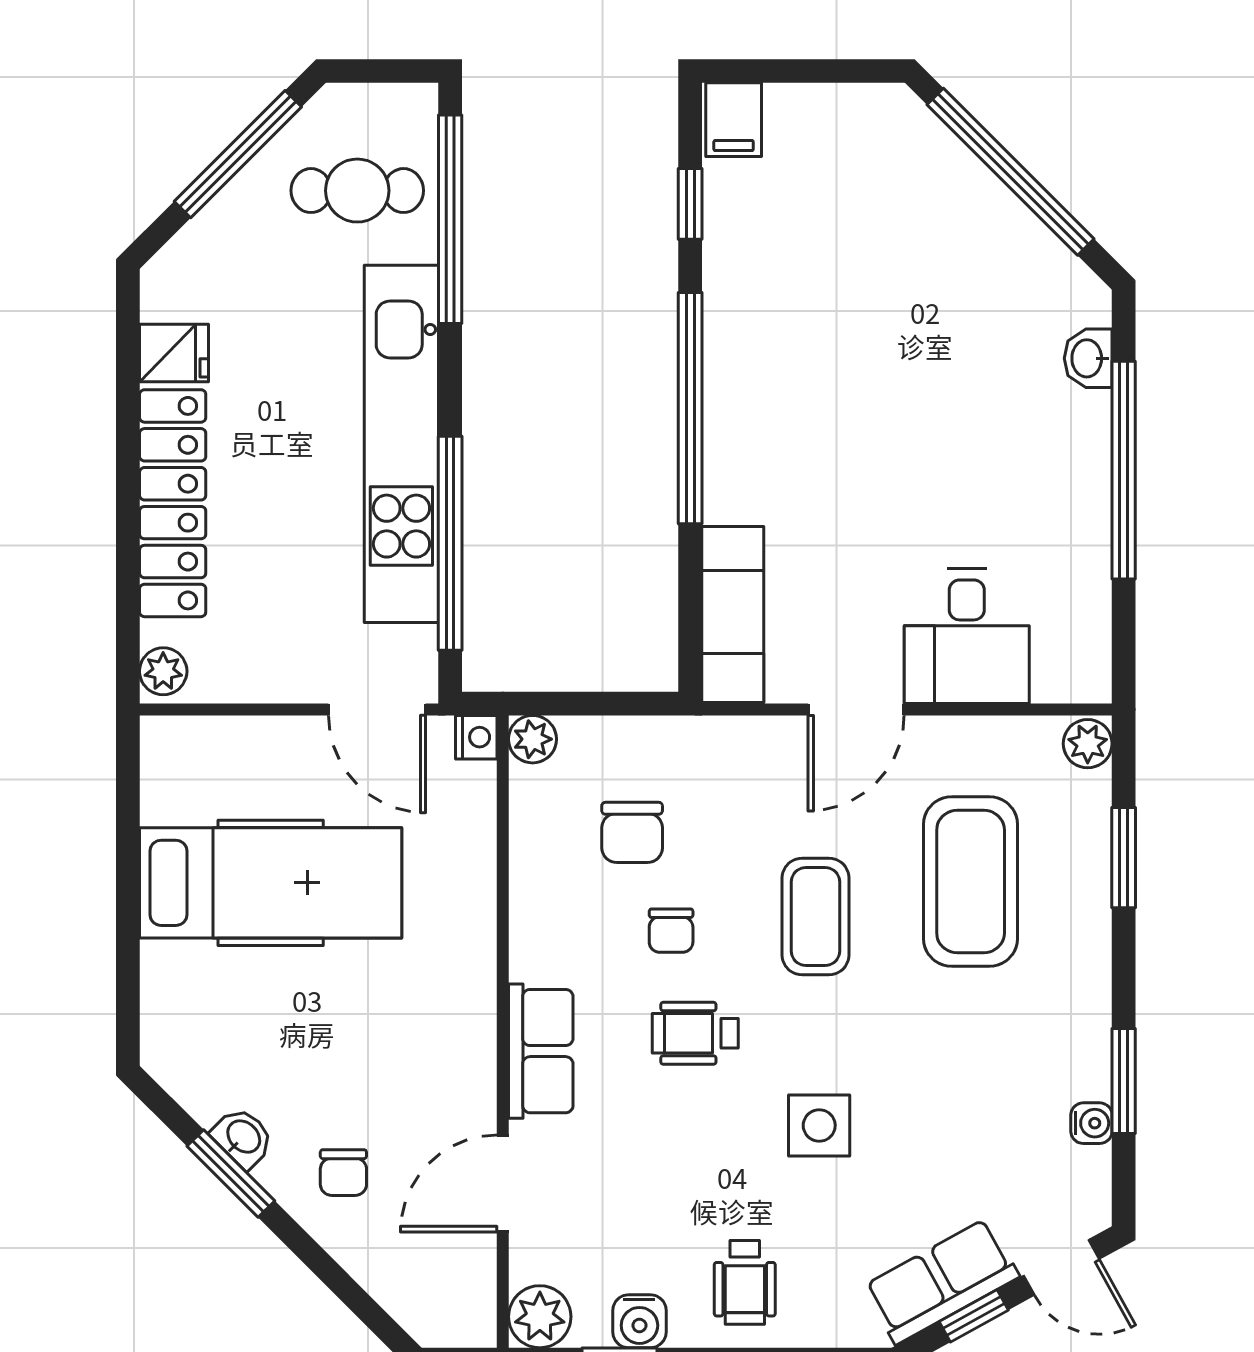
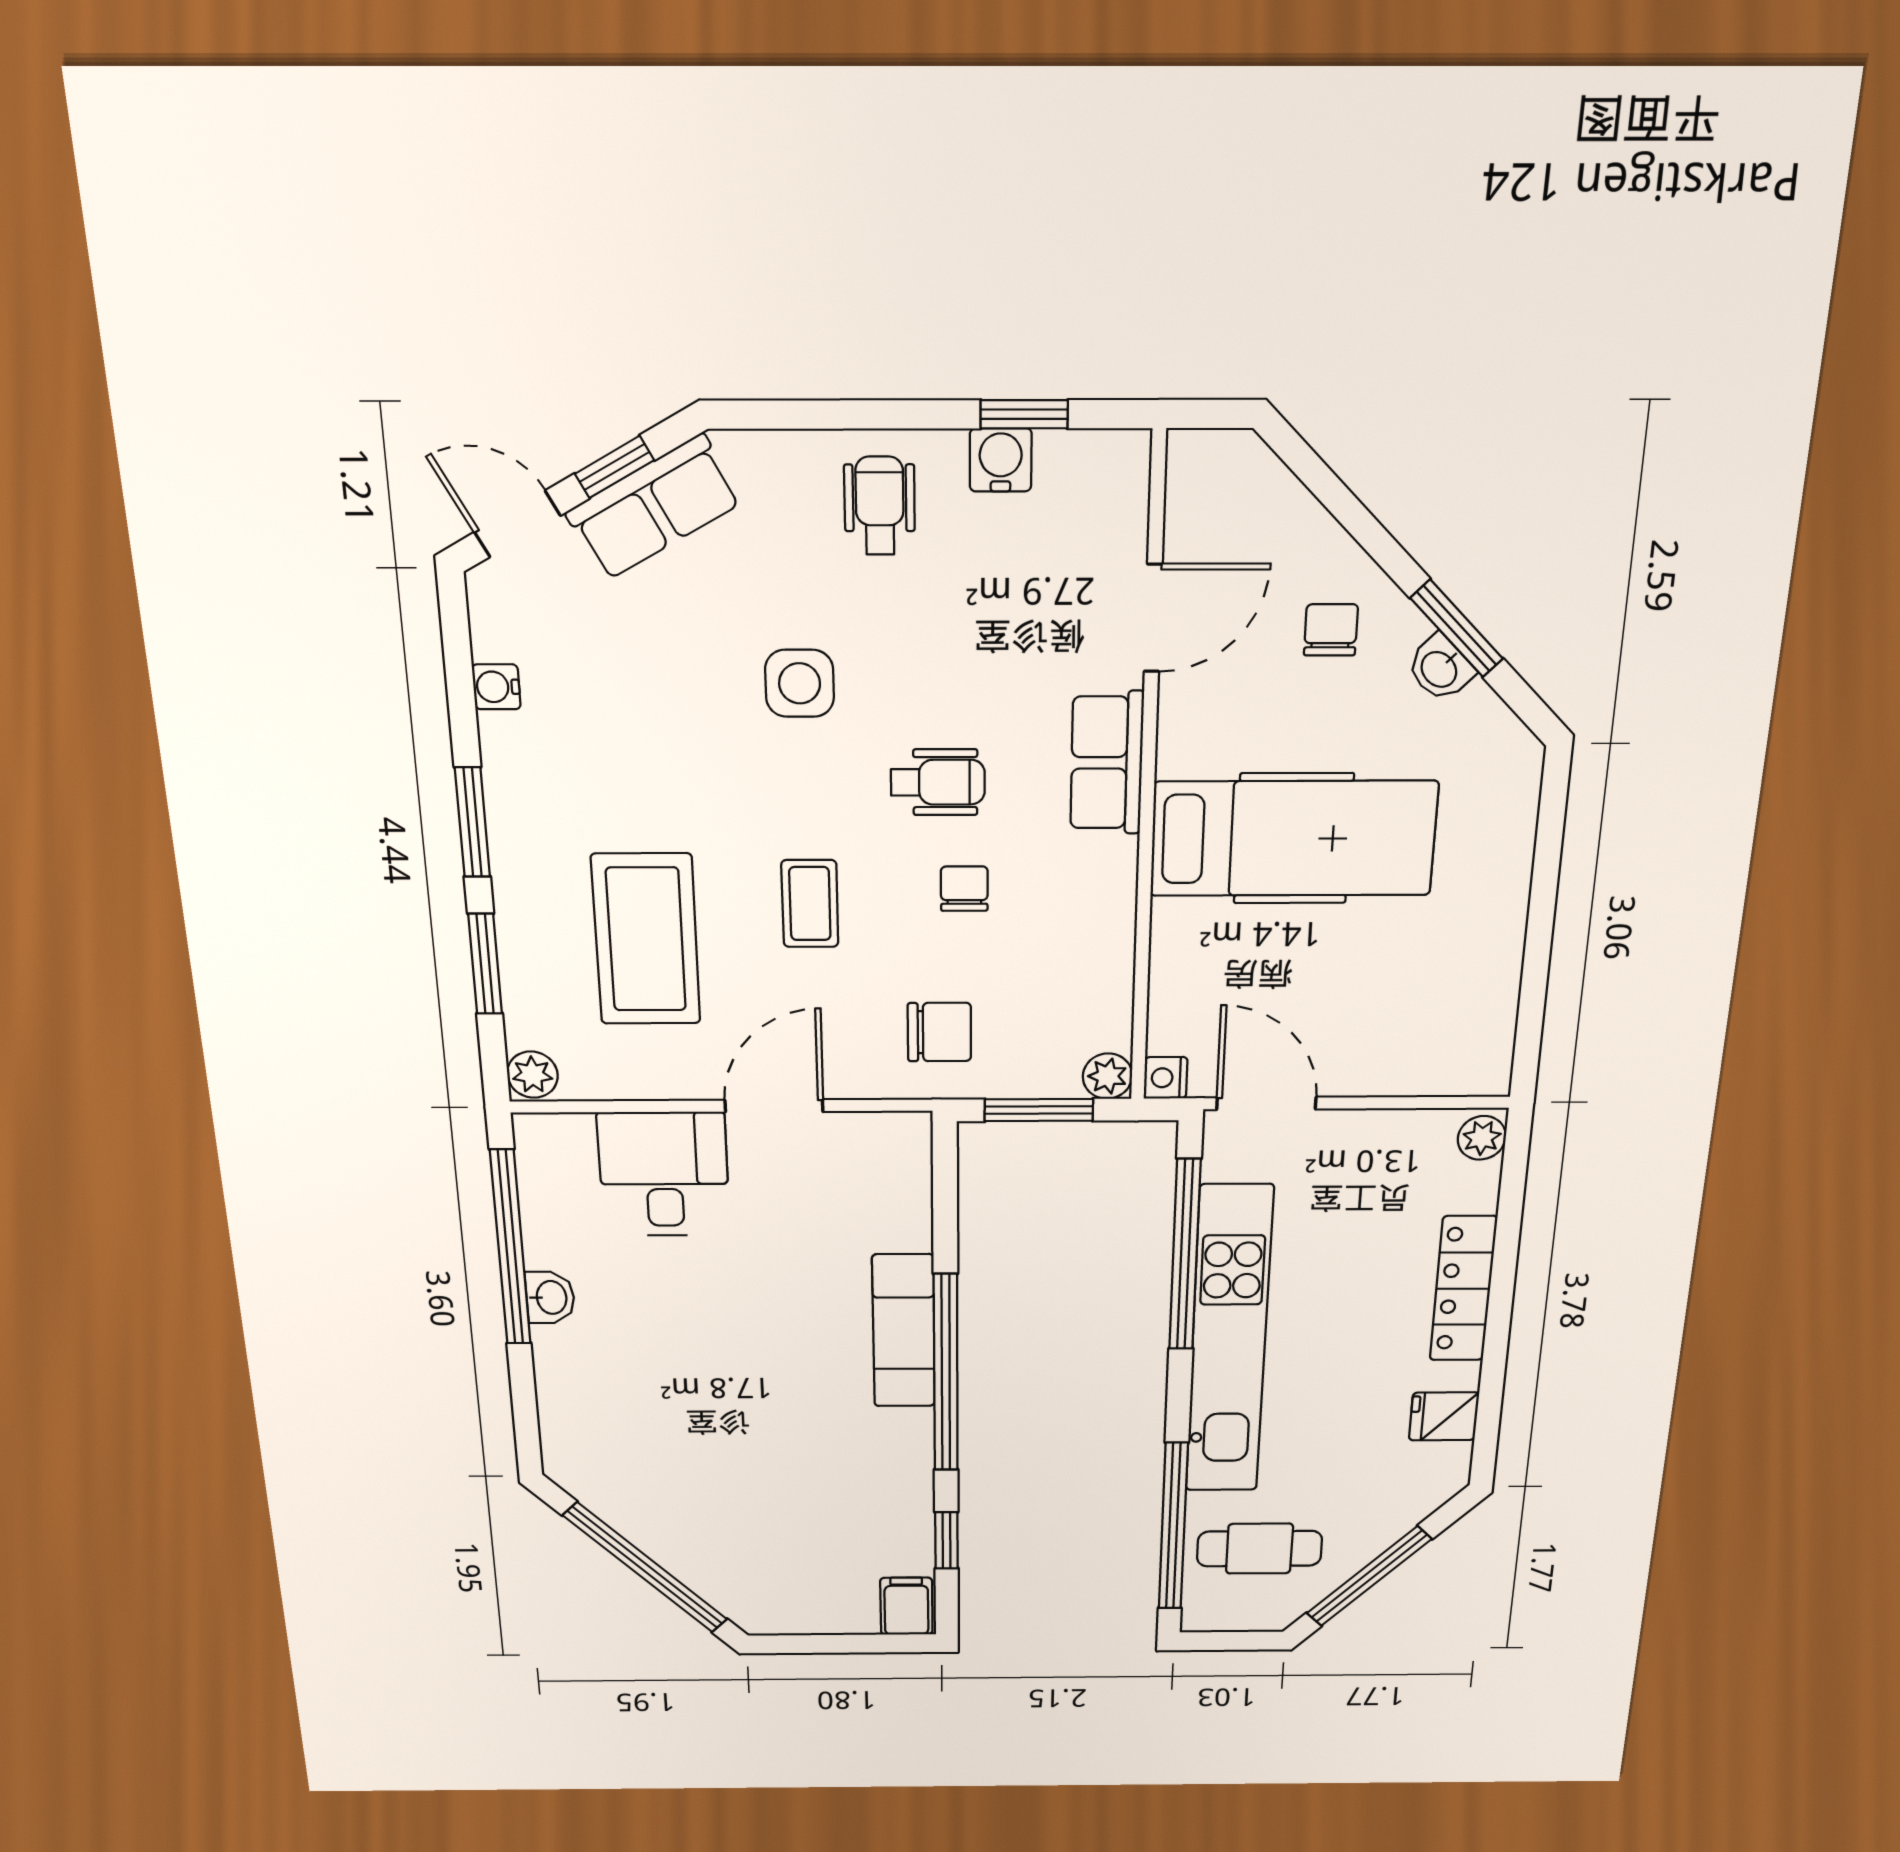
washbasin: (1088, 358) -> (550, 1297), moved
window: (1124, 470) -> (510, 1248), moved
locker: (173, 503) -> (1463, 1289), width x0.71, depth x0.83
exam couch: (733, 614) -> (904, 1331), moved
window: (599, 704) -> (1039, 1110), added
chair: (632, 832) -> (939, 1032), moved, turned 90
hospital bed: (271, 883) -> (1293, 839), moved, turned 180
coffee table: (816, 916) -> (810, 904), width x0.73, depth x0.77
window: (1124, 1081) -> (472, 822), moved
plant: (540, 1317) -> (1115, 465), removed

